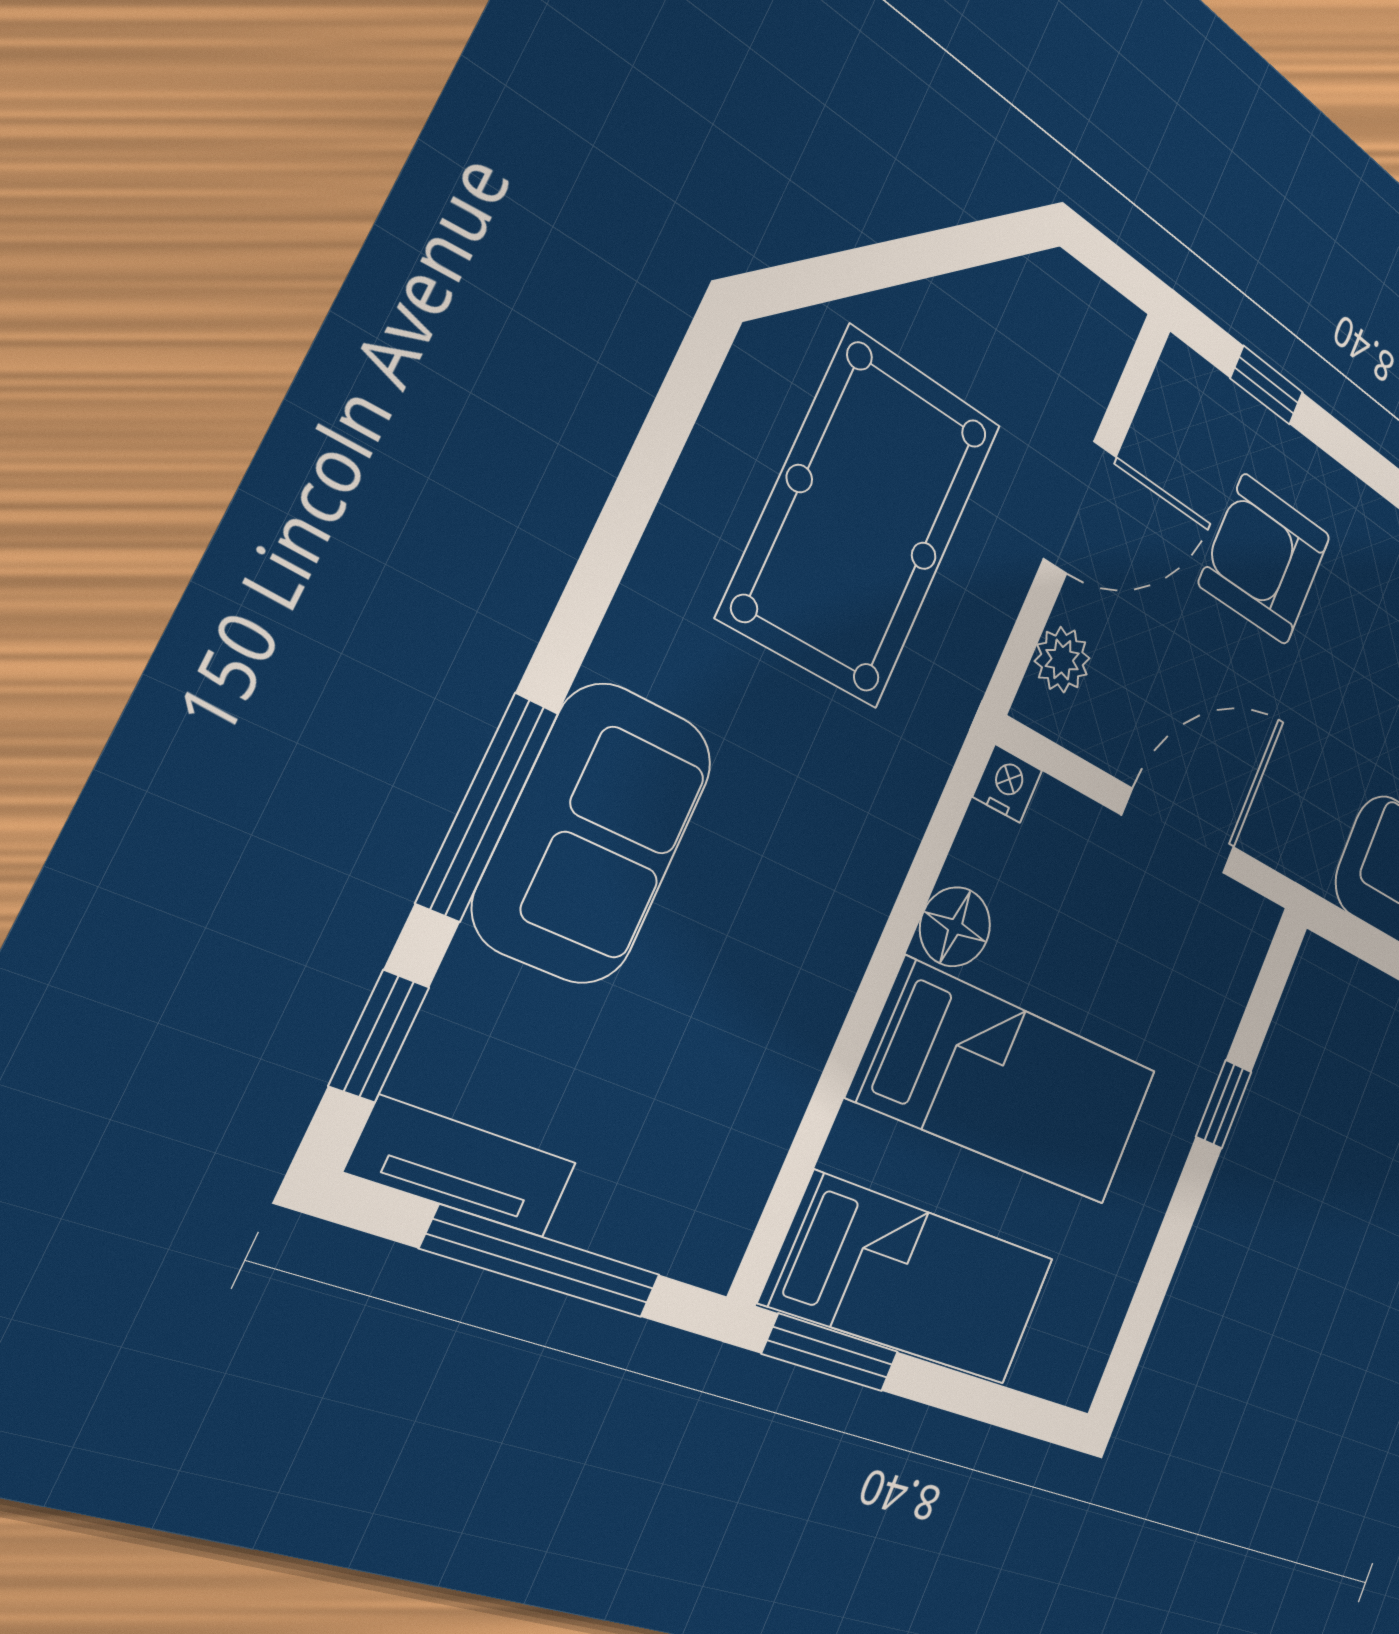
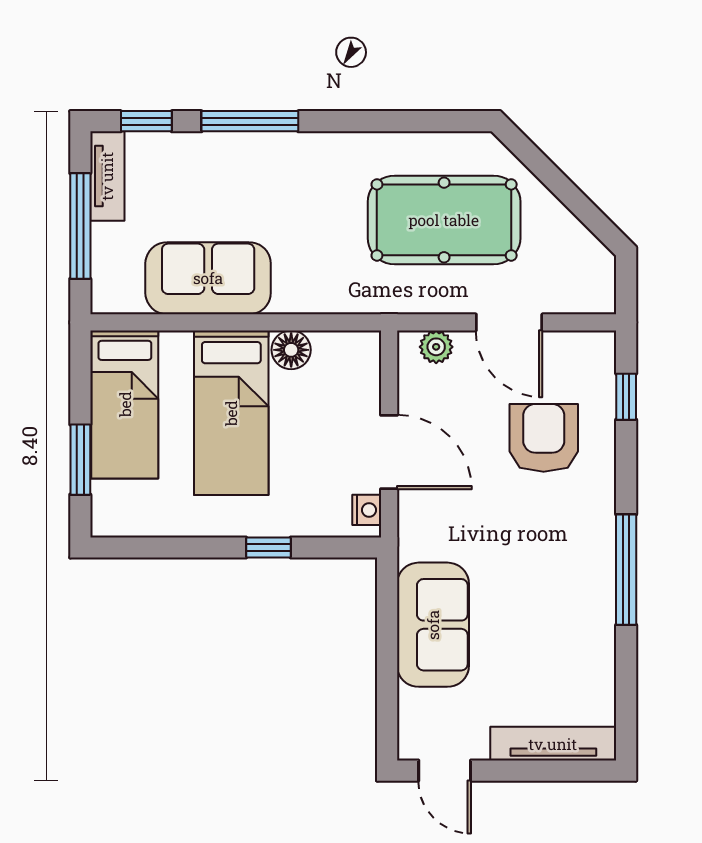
nightstand: (1007, 784) -> (367, 510), moved
sofa: (595, 834) -> (208, 278), moved, turned 180
window: (831, 1353) -> (80, 460), moved

